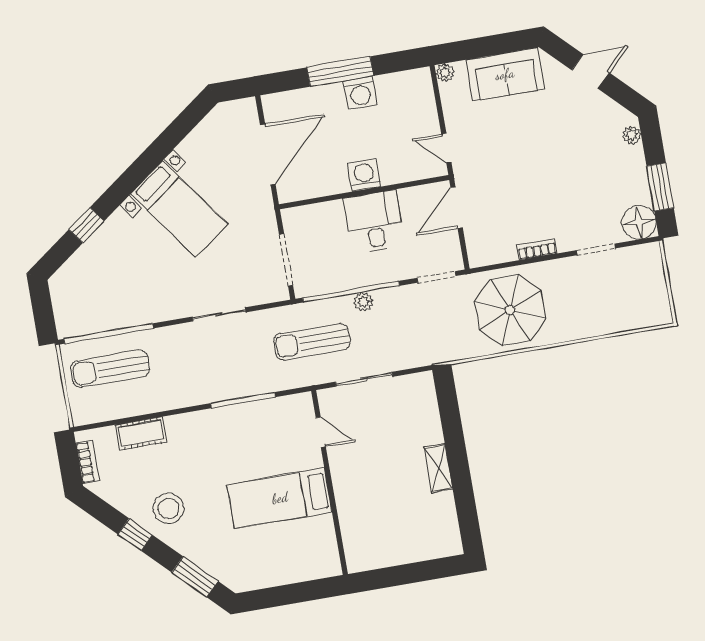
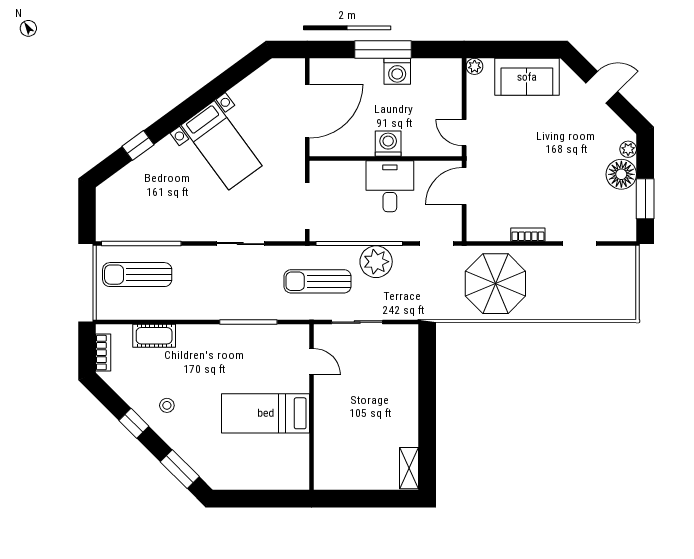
floor lamp: (639, 222) -> (621, 174), moved
plant: (363, 302) -> (376, 262), width x1.87, depth x1.87
shelving: (439, 468) -> (409, 468), moved
stool: (168, 508) -> (167, 405), width x0.53, depth x0.53

